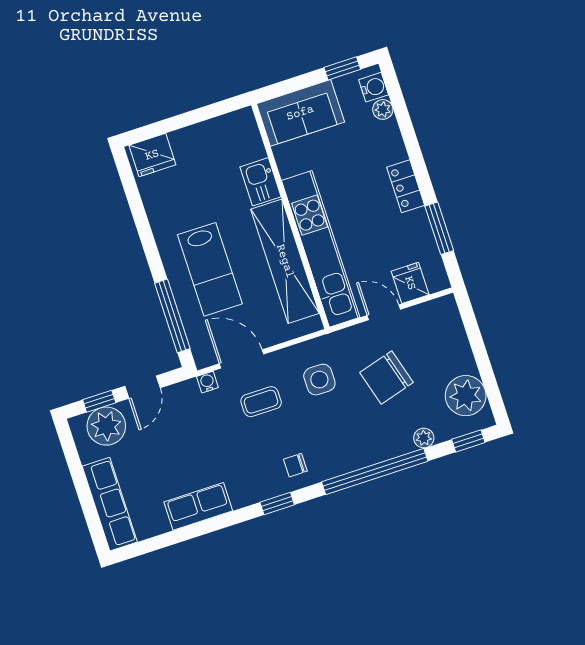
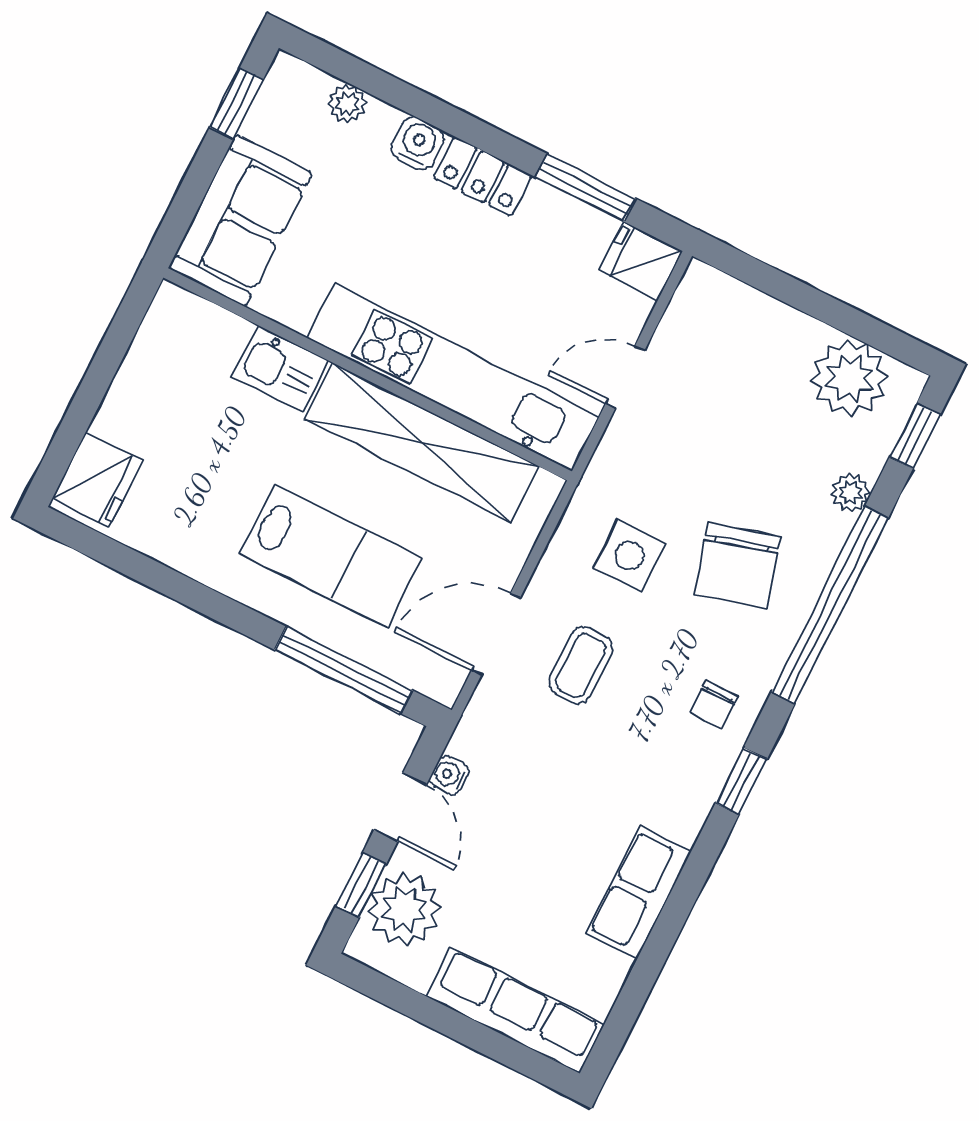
water cooler: (374, 87) -> (418, 143), moved
fridge: (410, 283) -> (641, 261), moved
chair: (386, 378) -> (737, 566), moved
water cooler: (207, 382) -> (450, 775), moved

